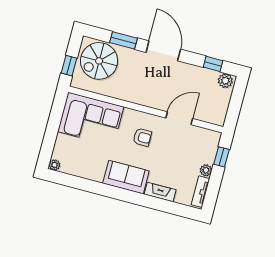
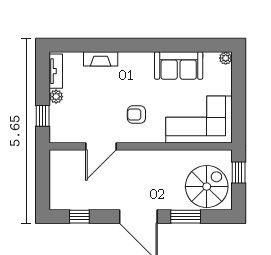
plant: (225, 81) -> (61, 202), removed
sofa: (126, 177) -> (179, 65), moved

